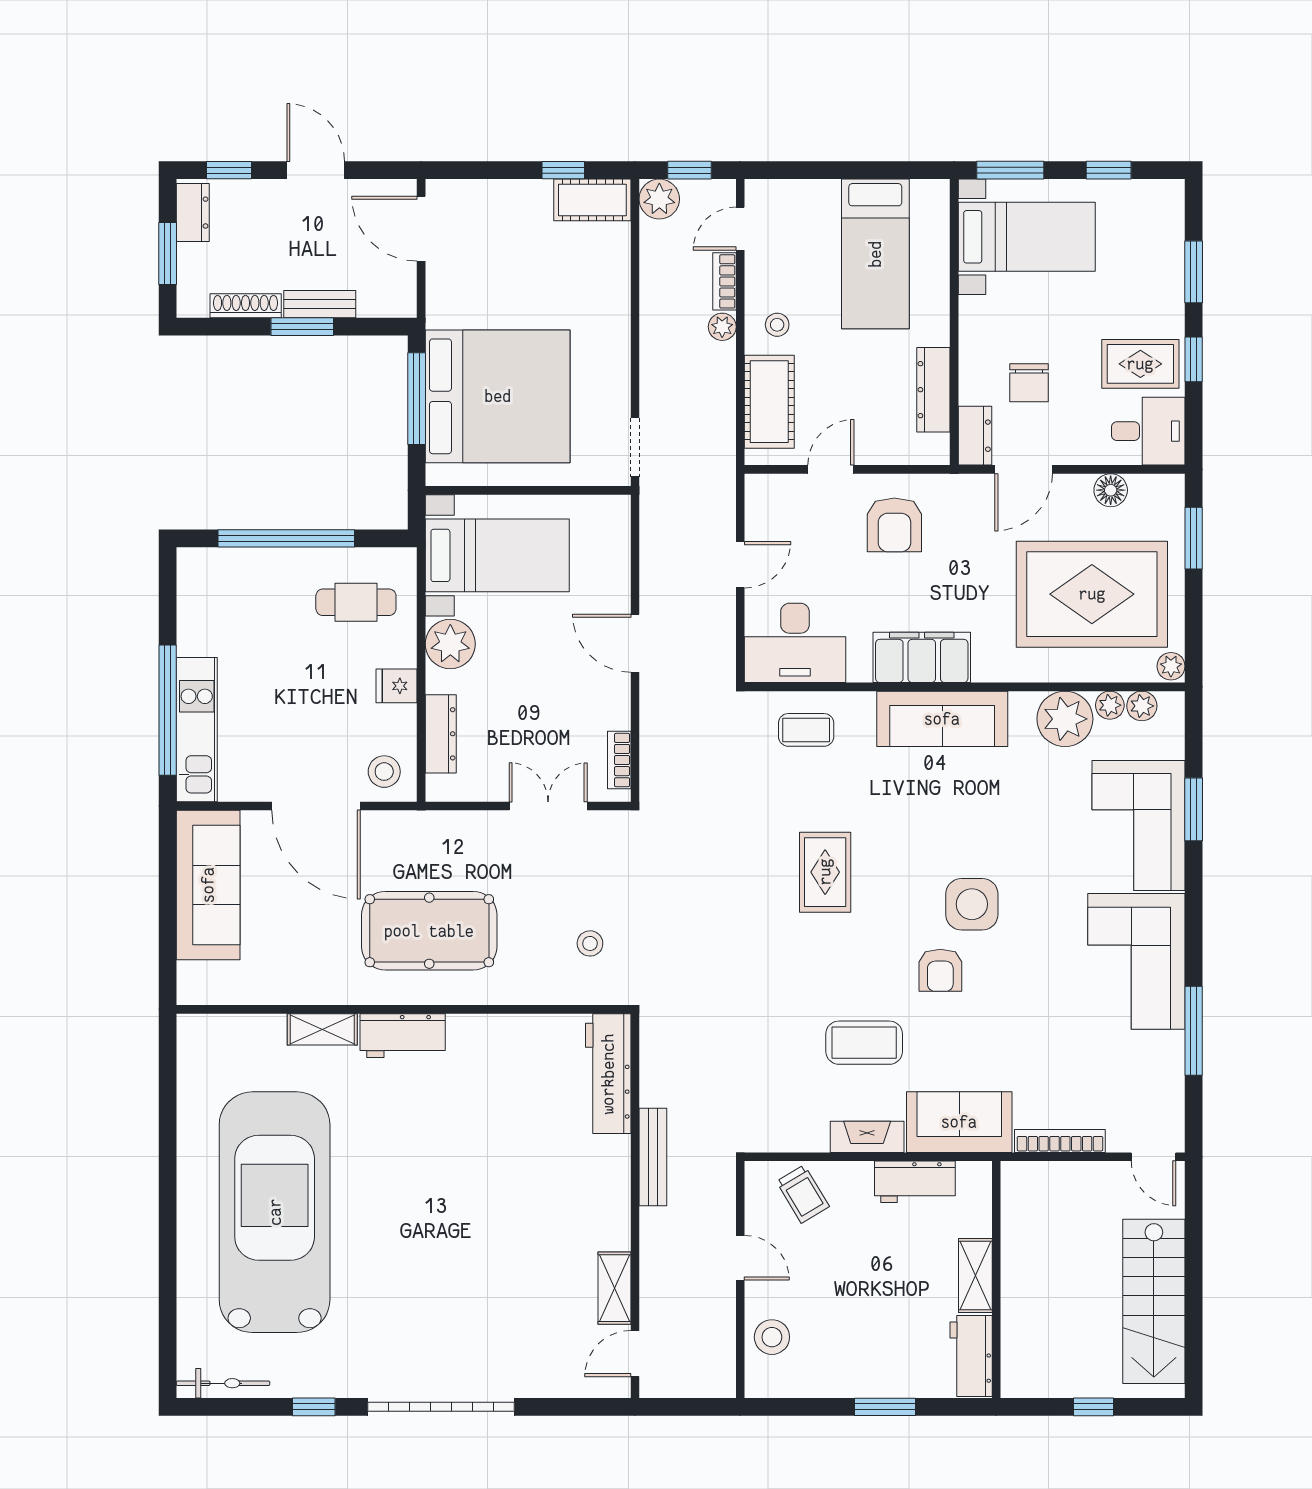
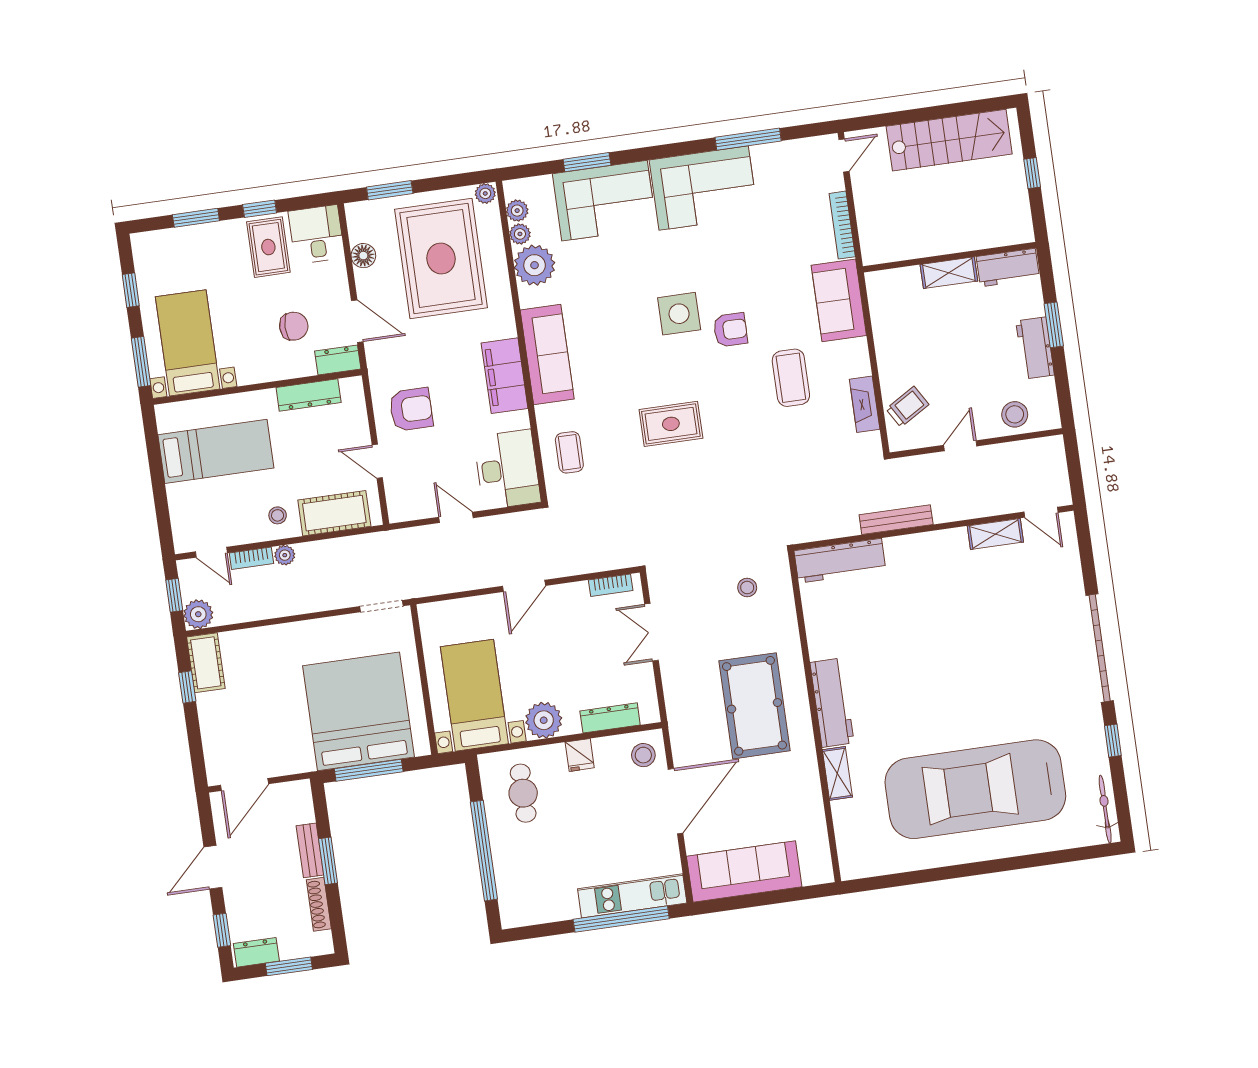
workbench: (403, 1036) -> (832, 703), width x1.38
fireplace: (867, 1137) -> (865, 404), moved
workbench: (915, 1182) -> (1035, 348), moved, turned 180

